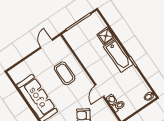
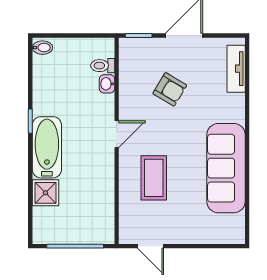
door: (46, 44) -> (151, 246), hinge flipped
door: (99, 91) -> (117, 134), moved

